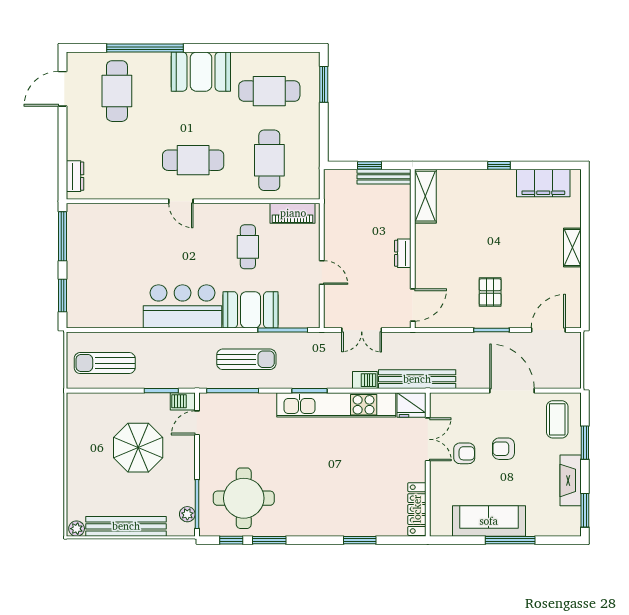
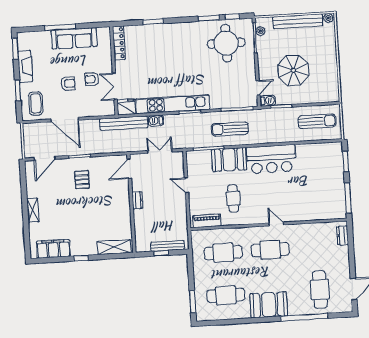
cafe table: (269, 160) -> (223, 253), turned 90
bench: (384, 177) -> (167, 246), moved
shelving: (425, 196) -> (114, 247), moved, turned 90

